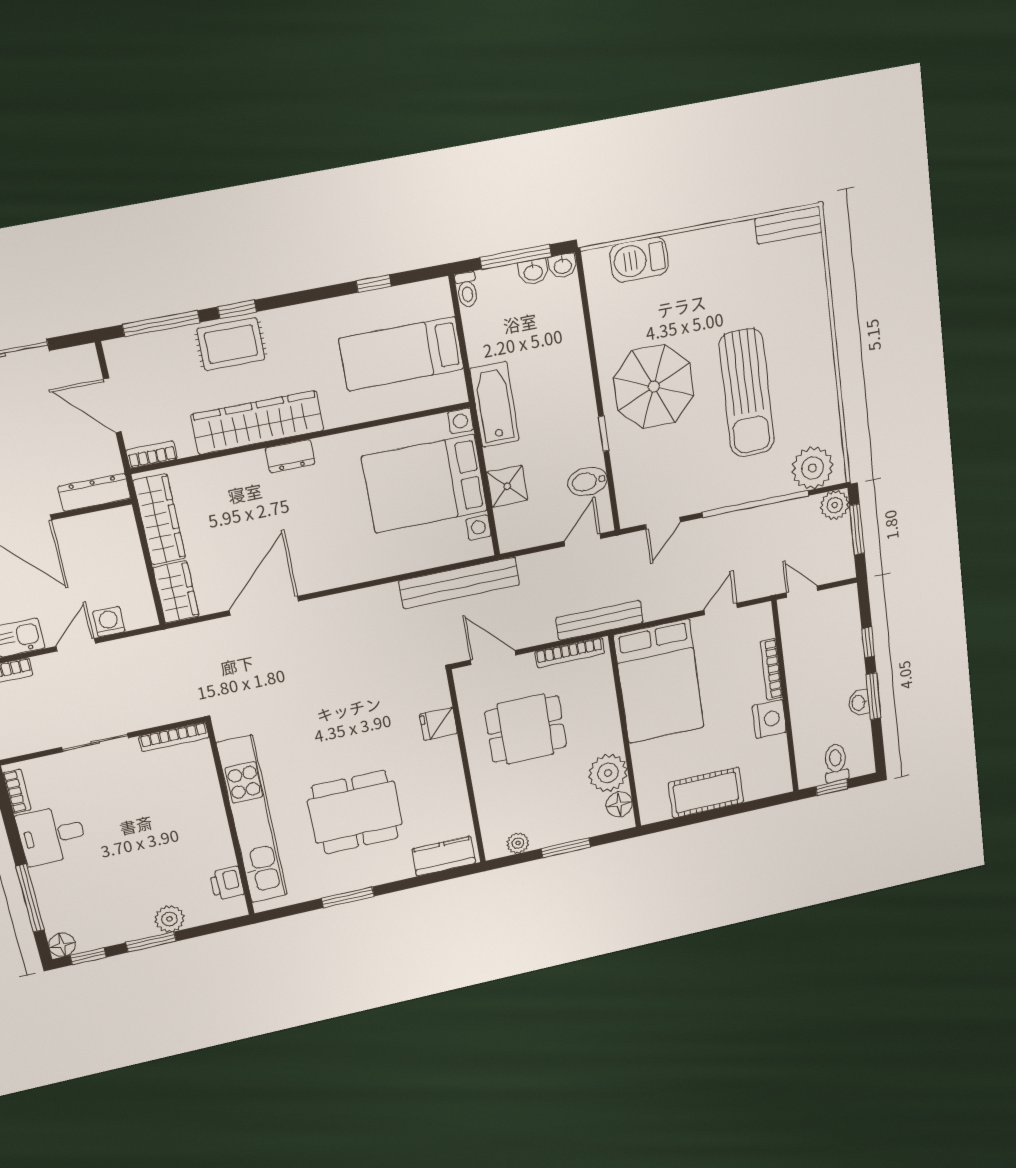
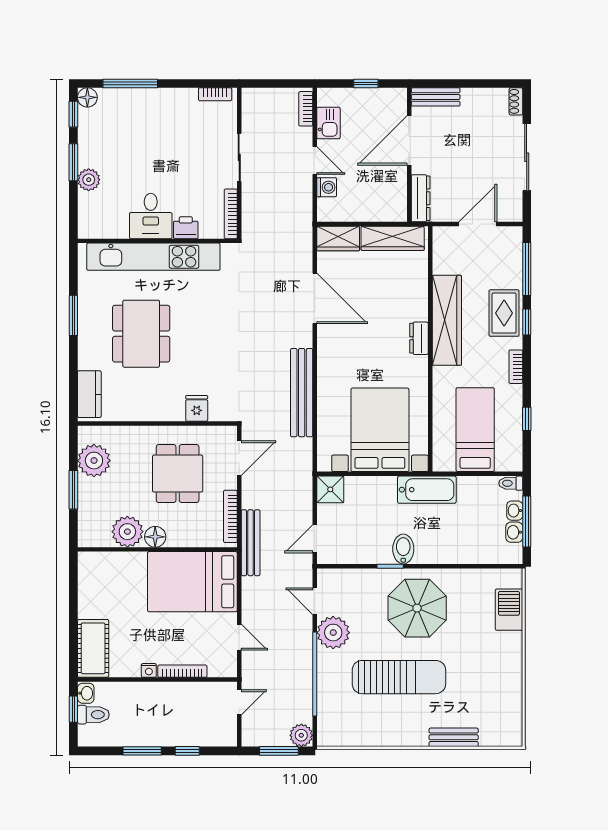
bench: (788, 225) -> (454, 737), moved, turned 90
washbasin: (563, 266) -> (515, 511), moved
sun lounger: (747, 393) -> (399, 677), turned 180
bookcase: (152, 455) -> (516, 367), moved, turned 180
plant: (812, 468) -> (333, 633), moved
bidet: (587, 481) -> (403, 549), moved
shower: (507, 486) -> (330, 489), moved
door: (582, 540) -> (315, 539), swing flipped
bench: (459, 583) -> (302, 393), moved
washbasin: (859, 703) -> (86, 693), moved, turned 90
nightstand: (769, 719) -> (149, 670), width x0.53, depth x0.56
cot: (706, 793) -> (93, 648), moved
floor lamp: (619, 804) -> (155, 537), moved
desk: (52, 835) -> (151, 216), moved, turned 180
plant: (518, 843) -> (94, 461), width x1.87, depth x1.87
printer: (227, 883) -> (186, 228), moved

